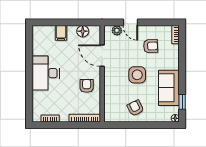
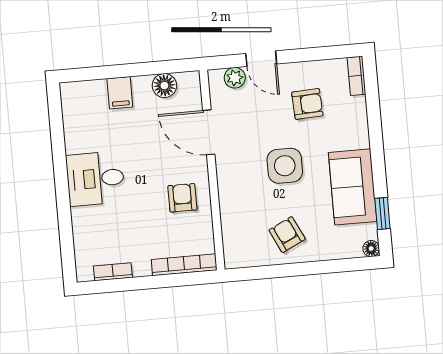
desk: (46, 73) -> (95, 179), width x0.73

